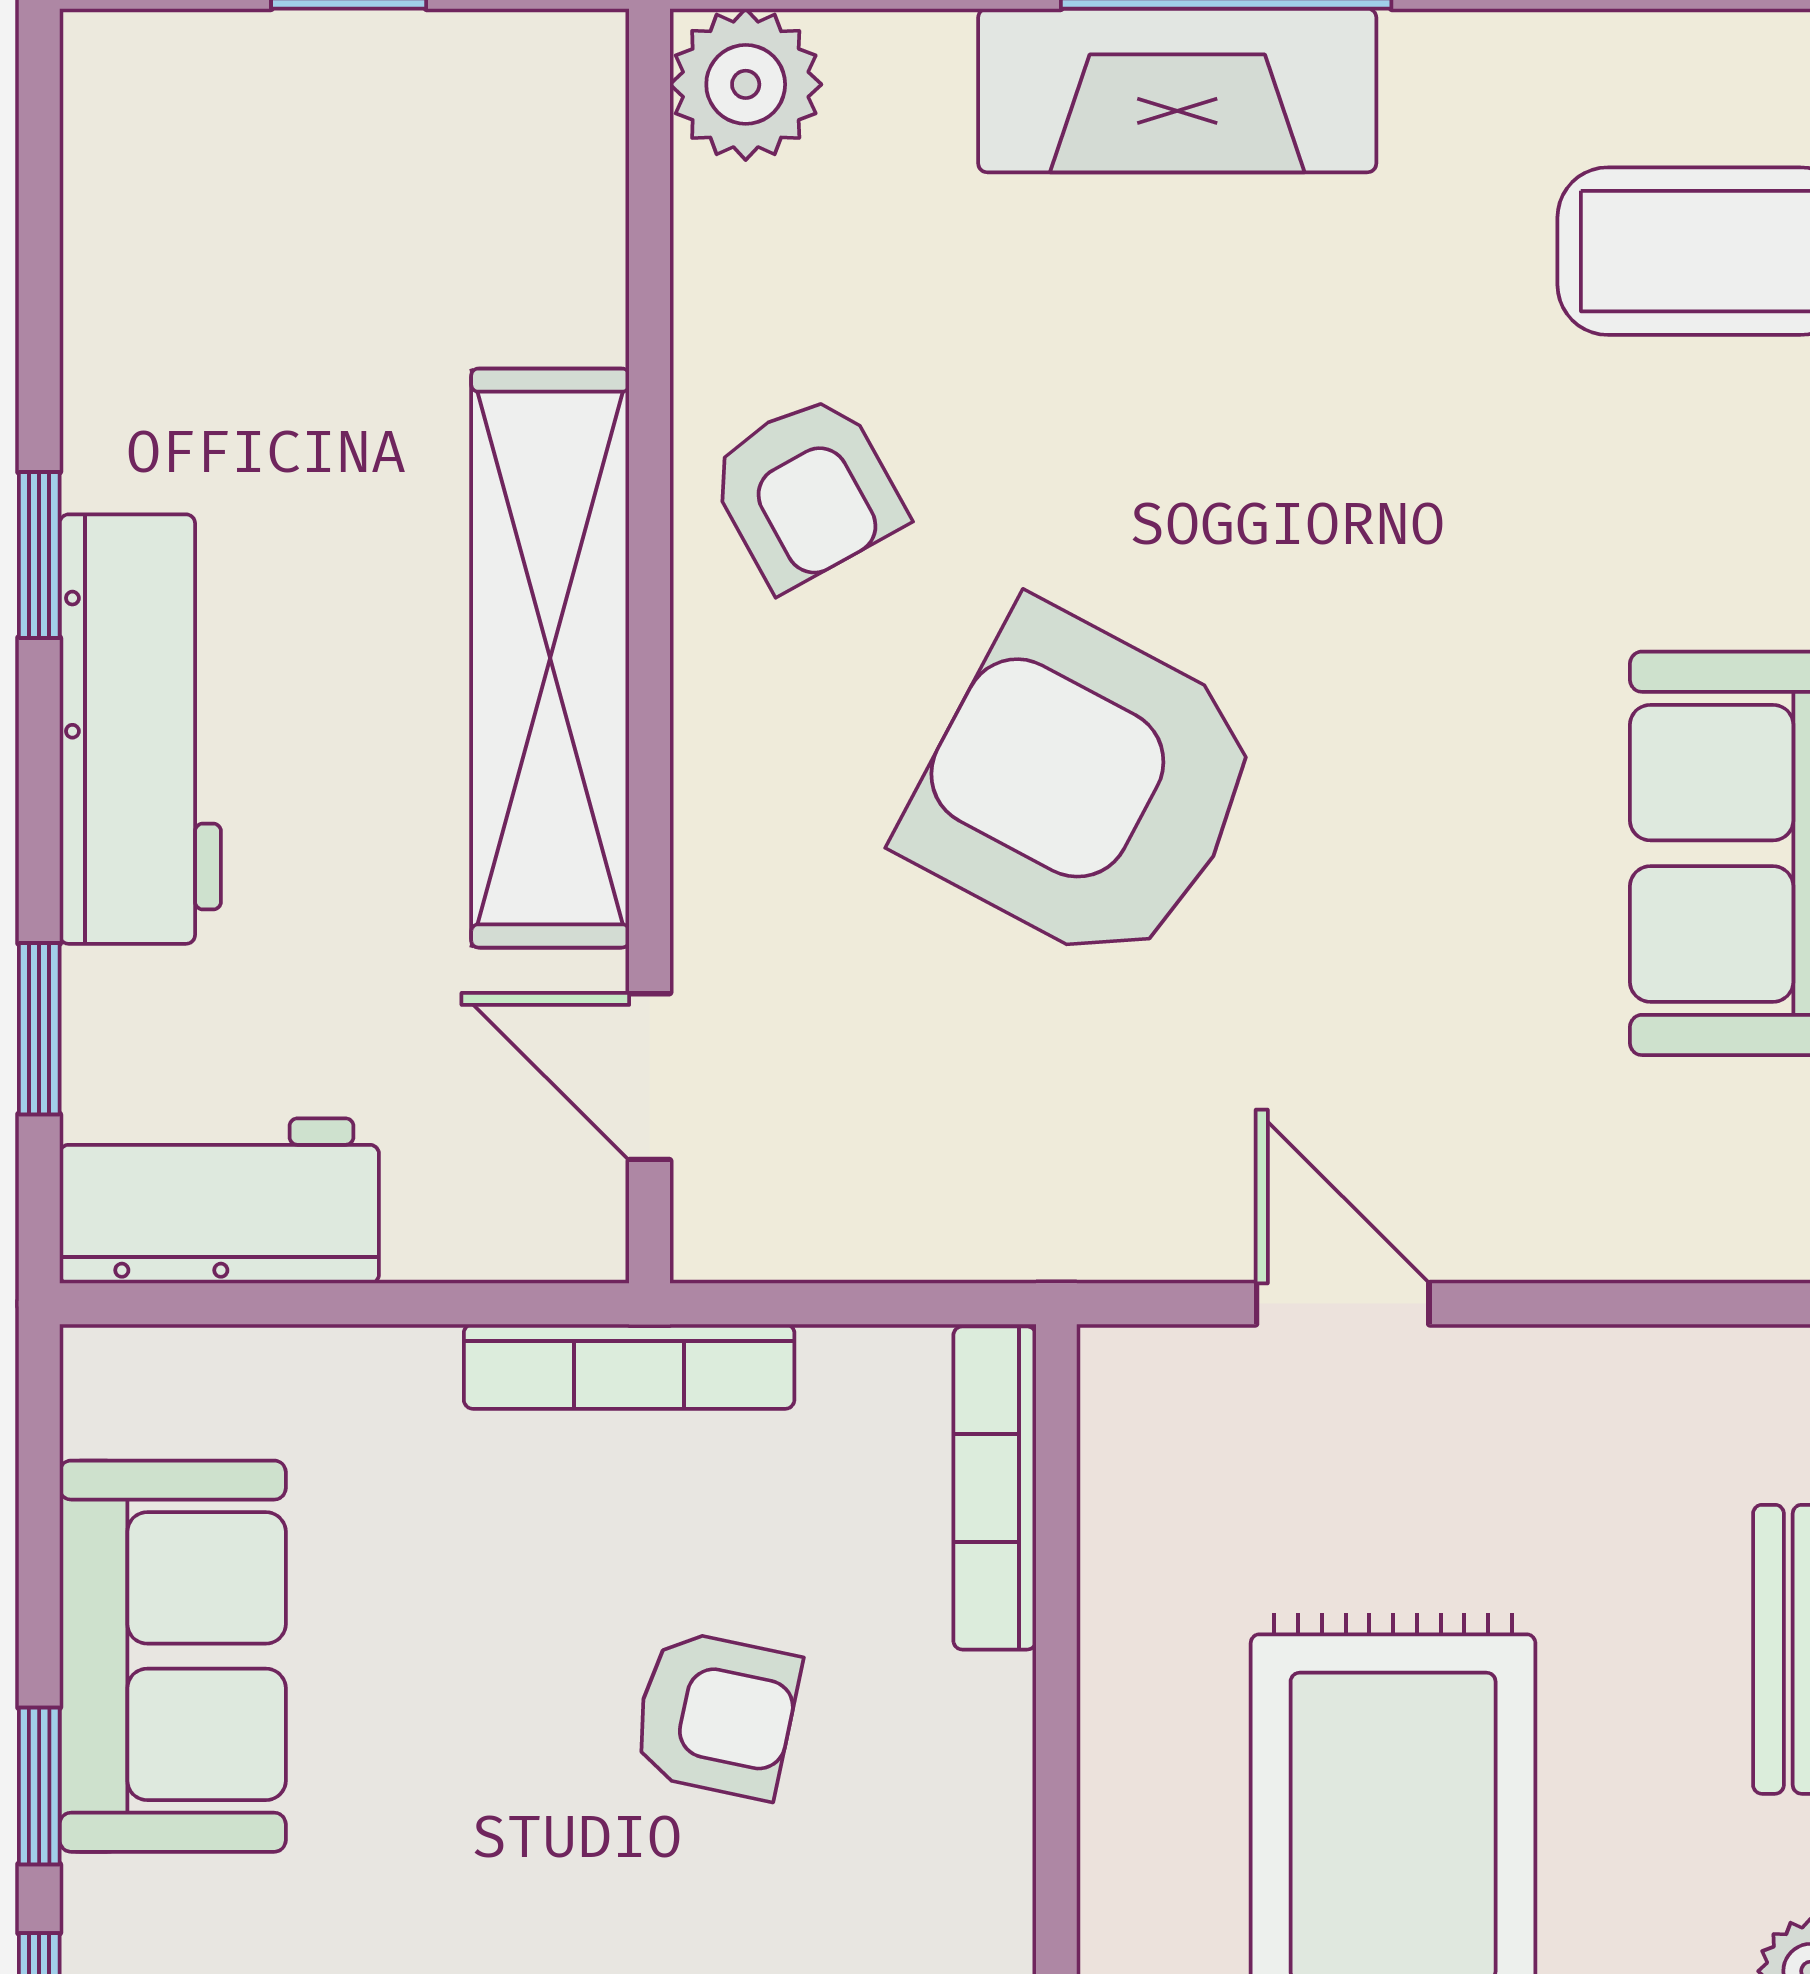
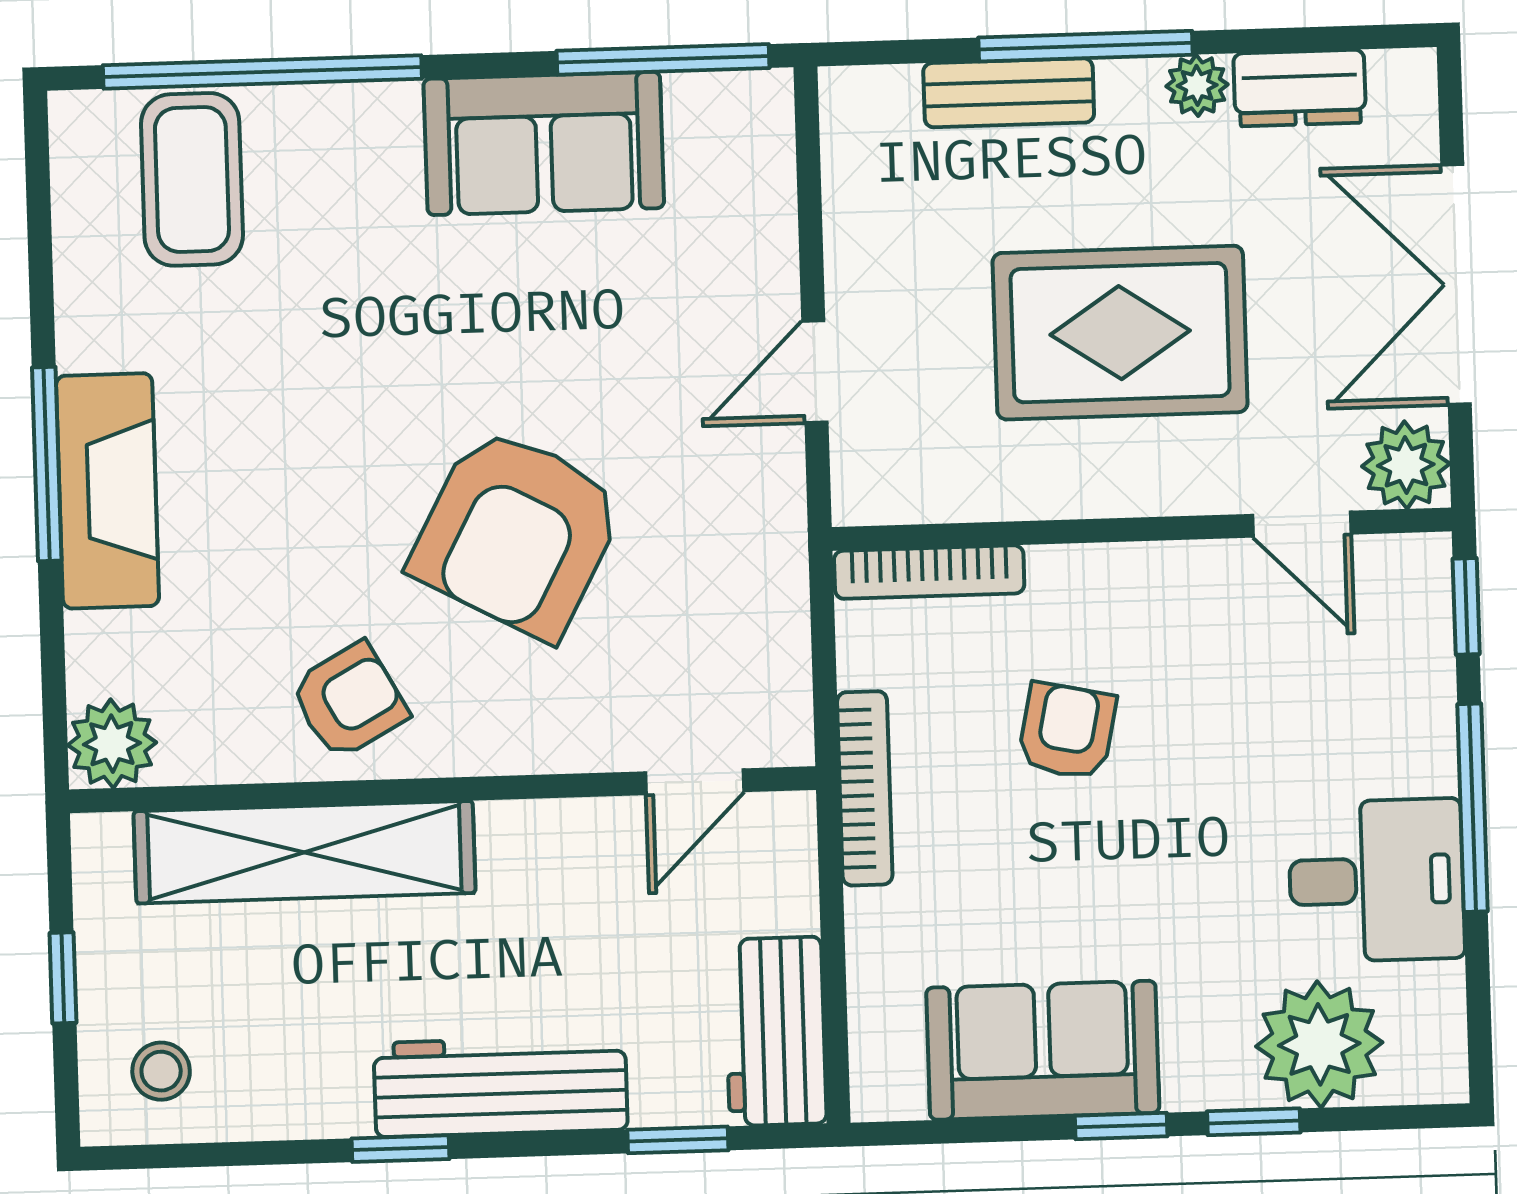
stool: (184, 151) -> (161, 1071), added
shelving: (550, 658) -> (304, 852), moved

